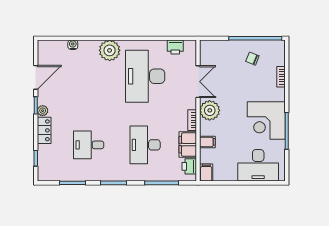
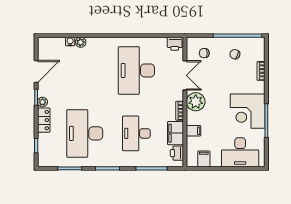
printer: (175, 47) -> (175, 44), moved
plant: (110, 50) -> (81, 42), moved, width x0.53, depth x0.53
chair: (219, 57) -> (204, 53), added
desk: (89, 145) -> (85, 133), width x1.87, depth x1.30
filing cabinet: (206, 173) -> (204, 159), moved

